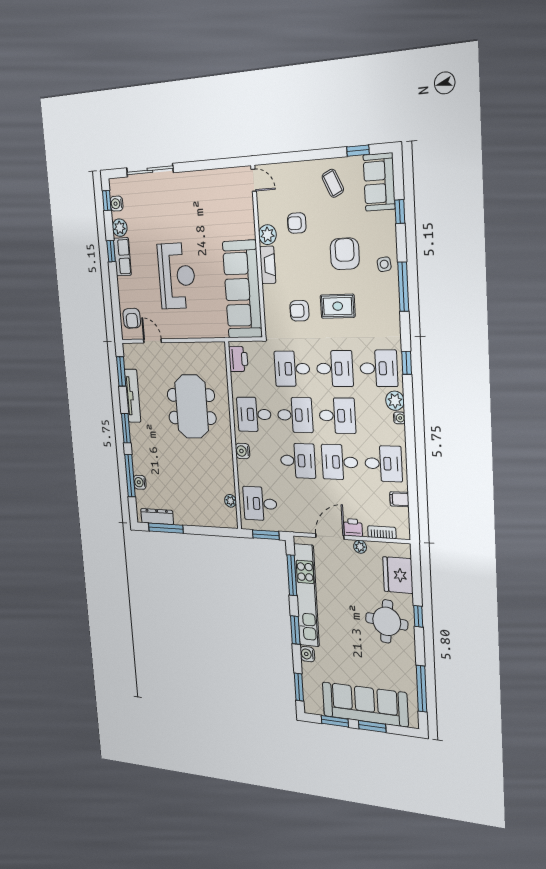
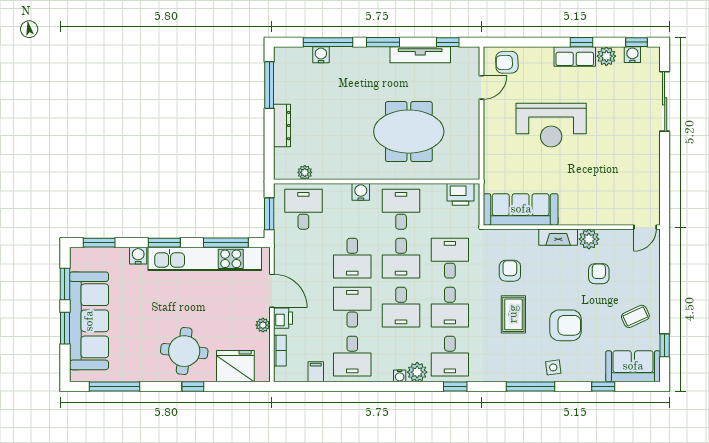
sofa: (242, 289) -> (521, 209), width x0.74, depth x0.79
window: (121, 371) -> (448, 42), width x0.67
dresser: (157, 517) -> (282, 126), moved

